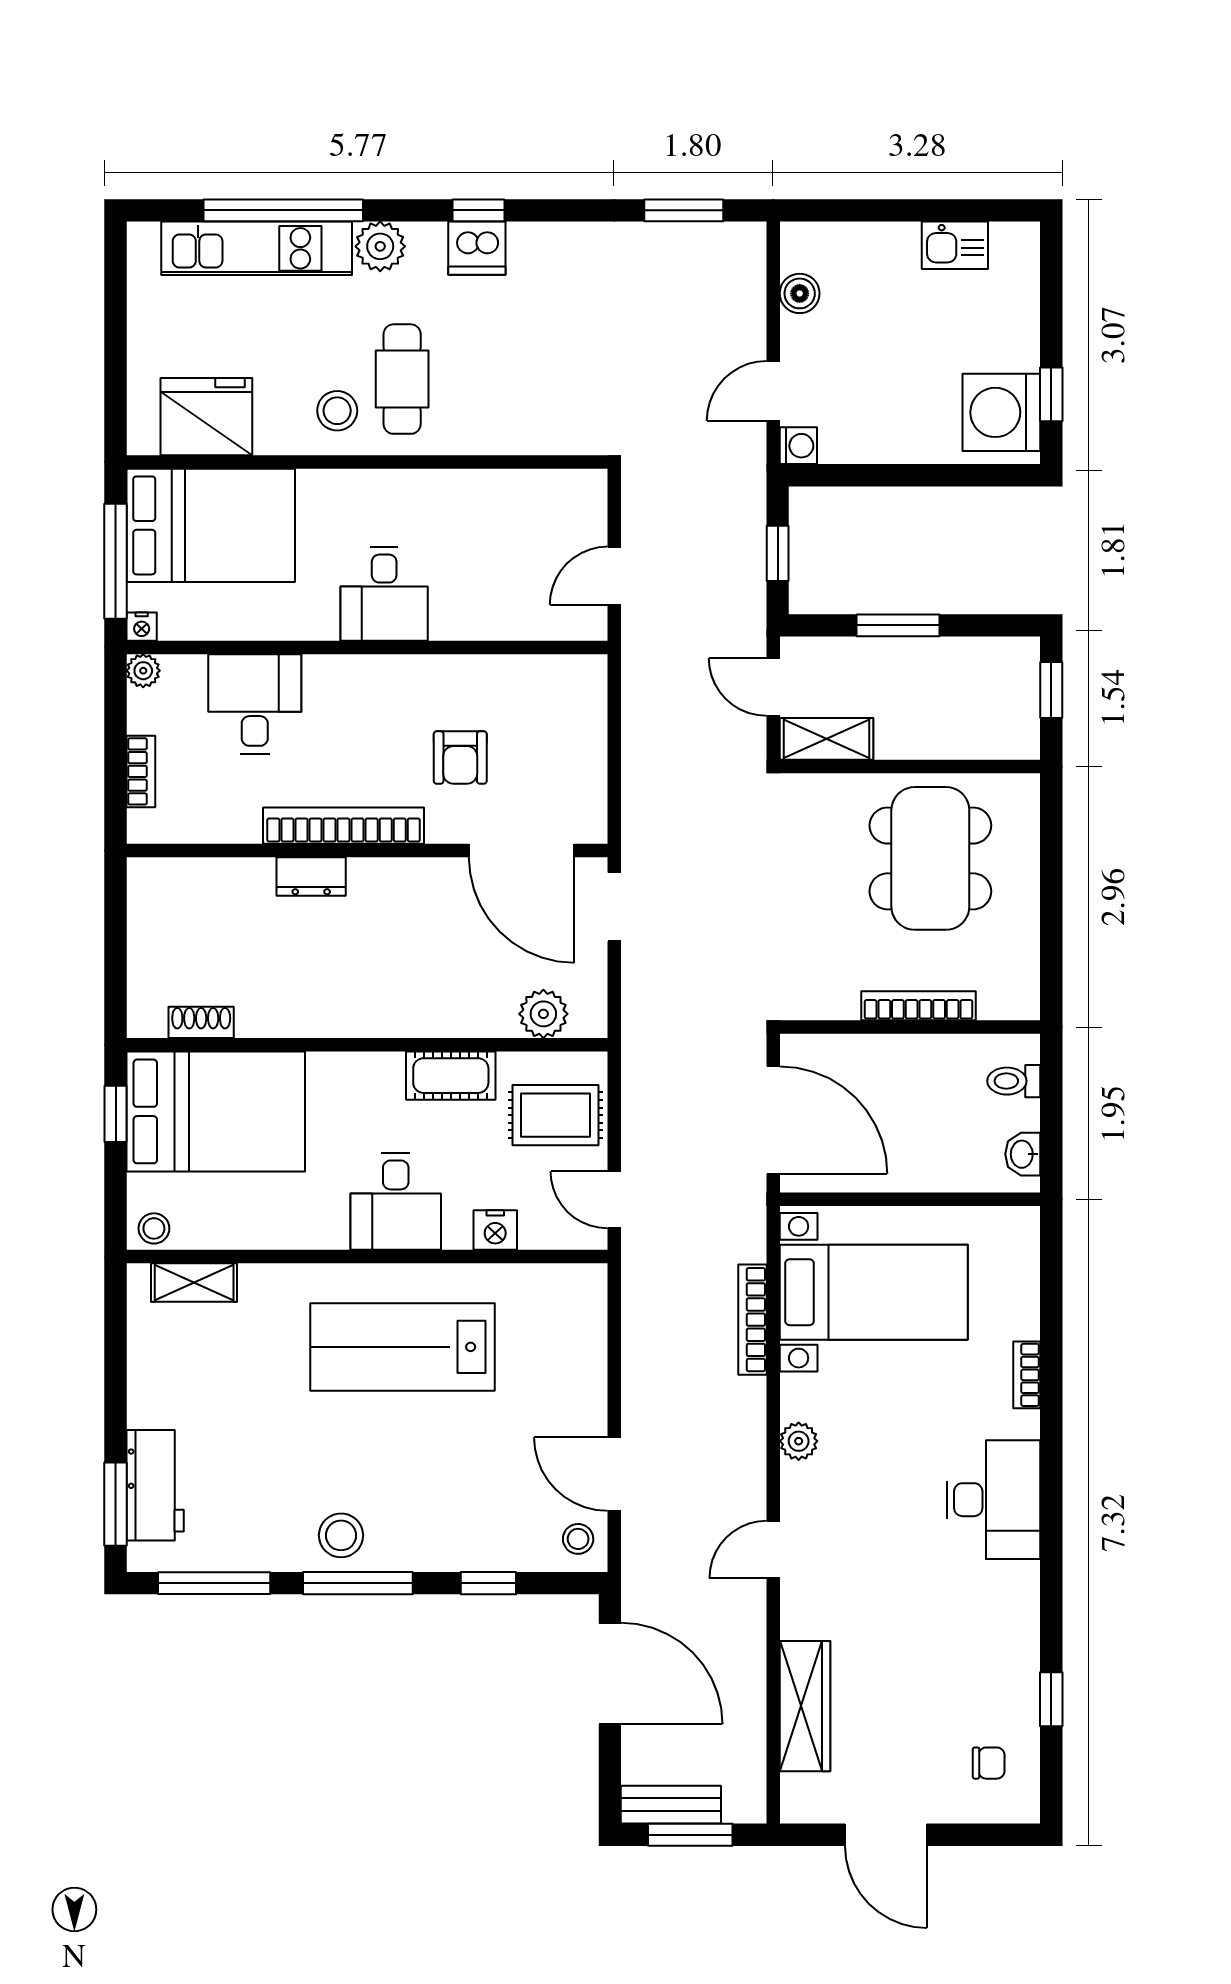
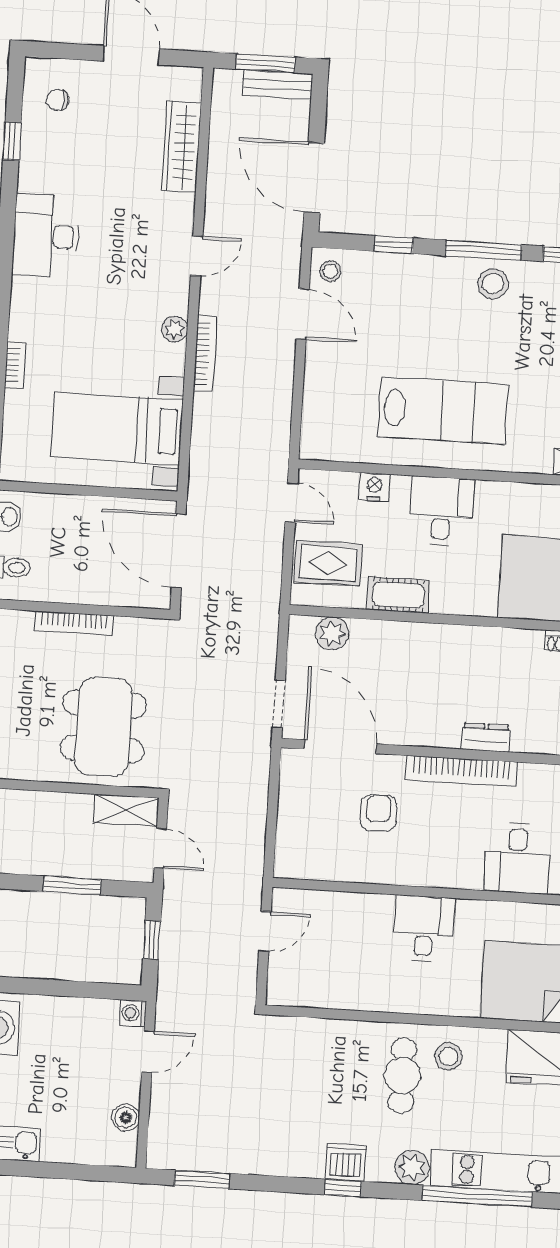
dining table: (930, 858) -> (104, 727), moved
bookcase: (752, 1320) -> (205, 354), moved
desk: (994, 1500) -> (46, 236), moved

